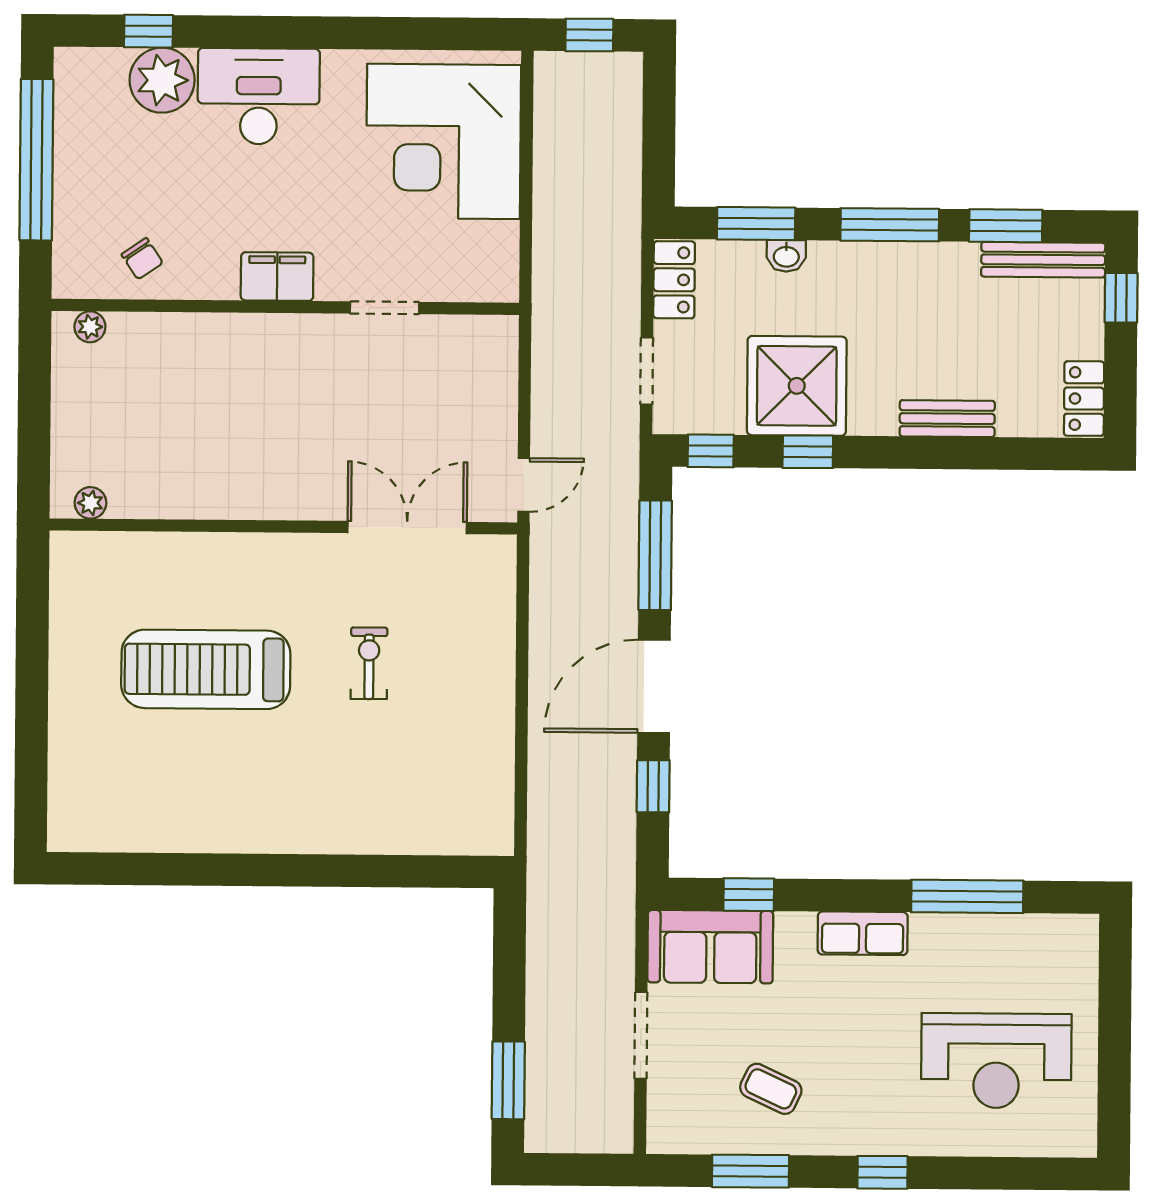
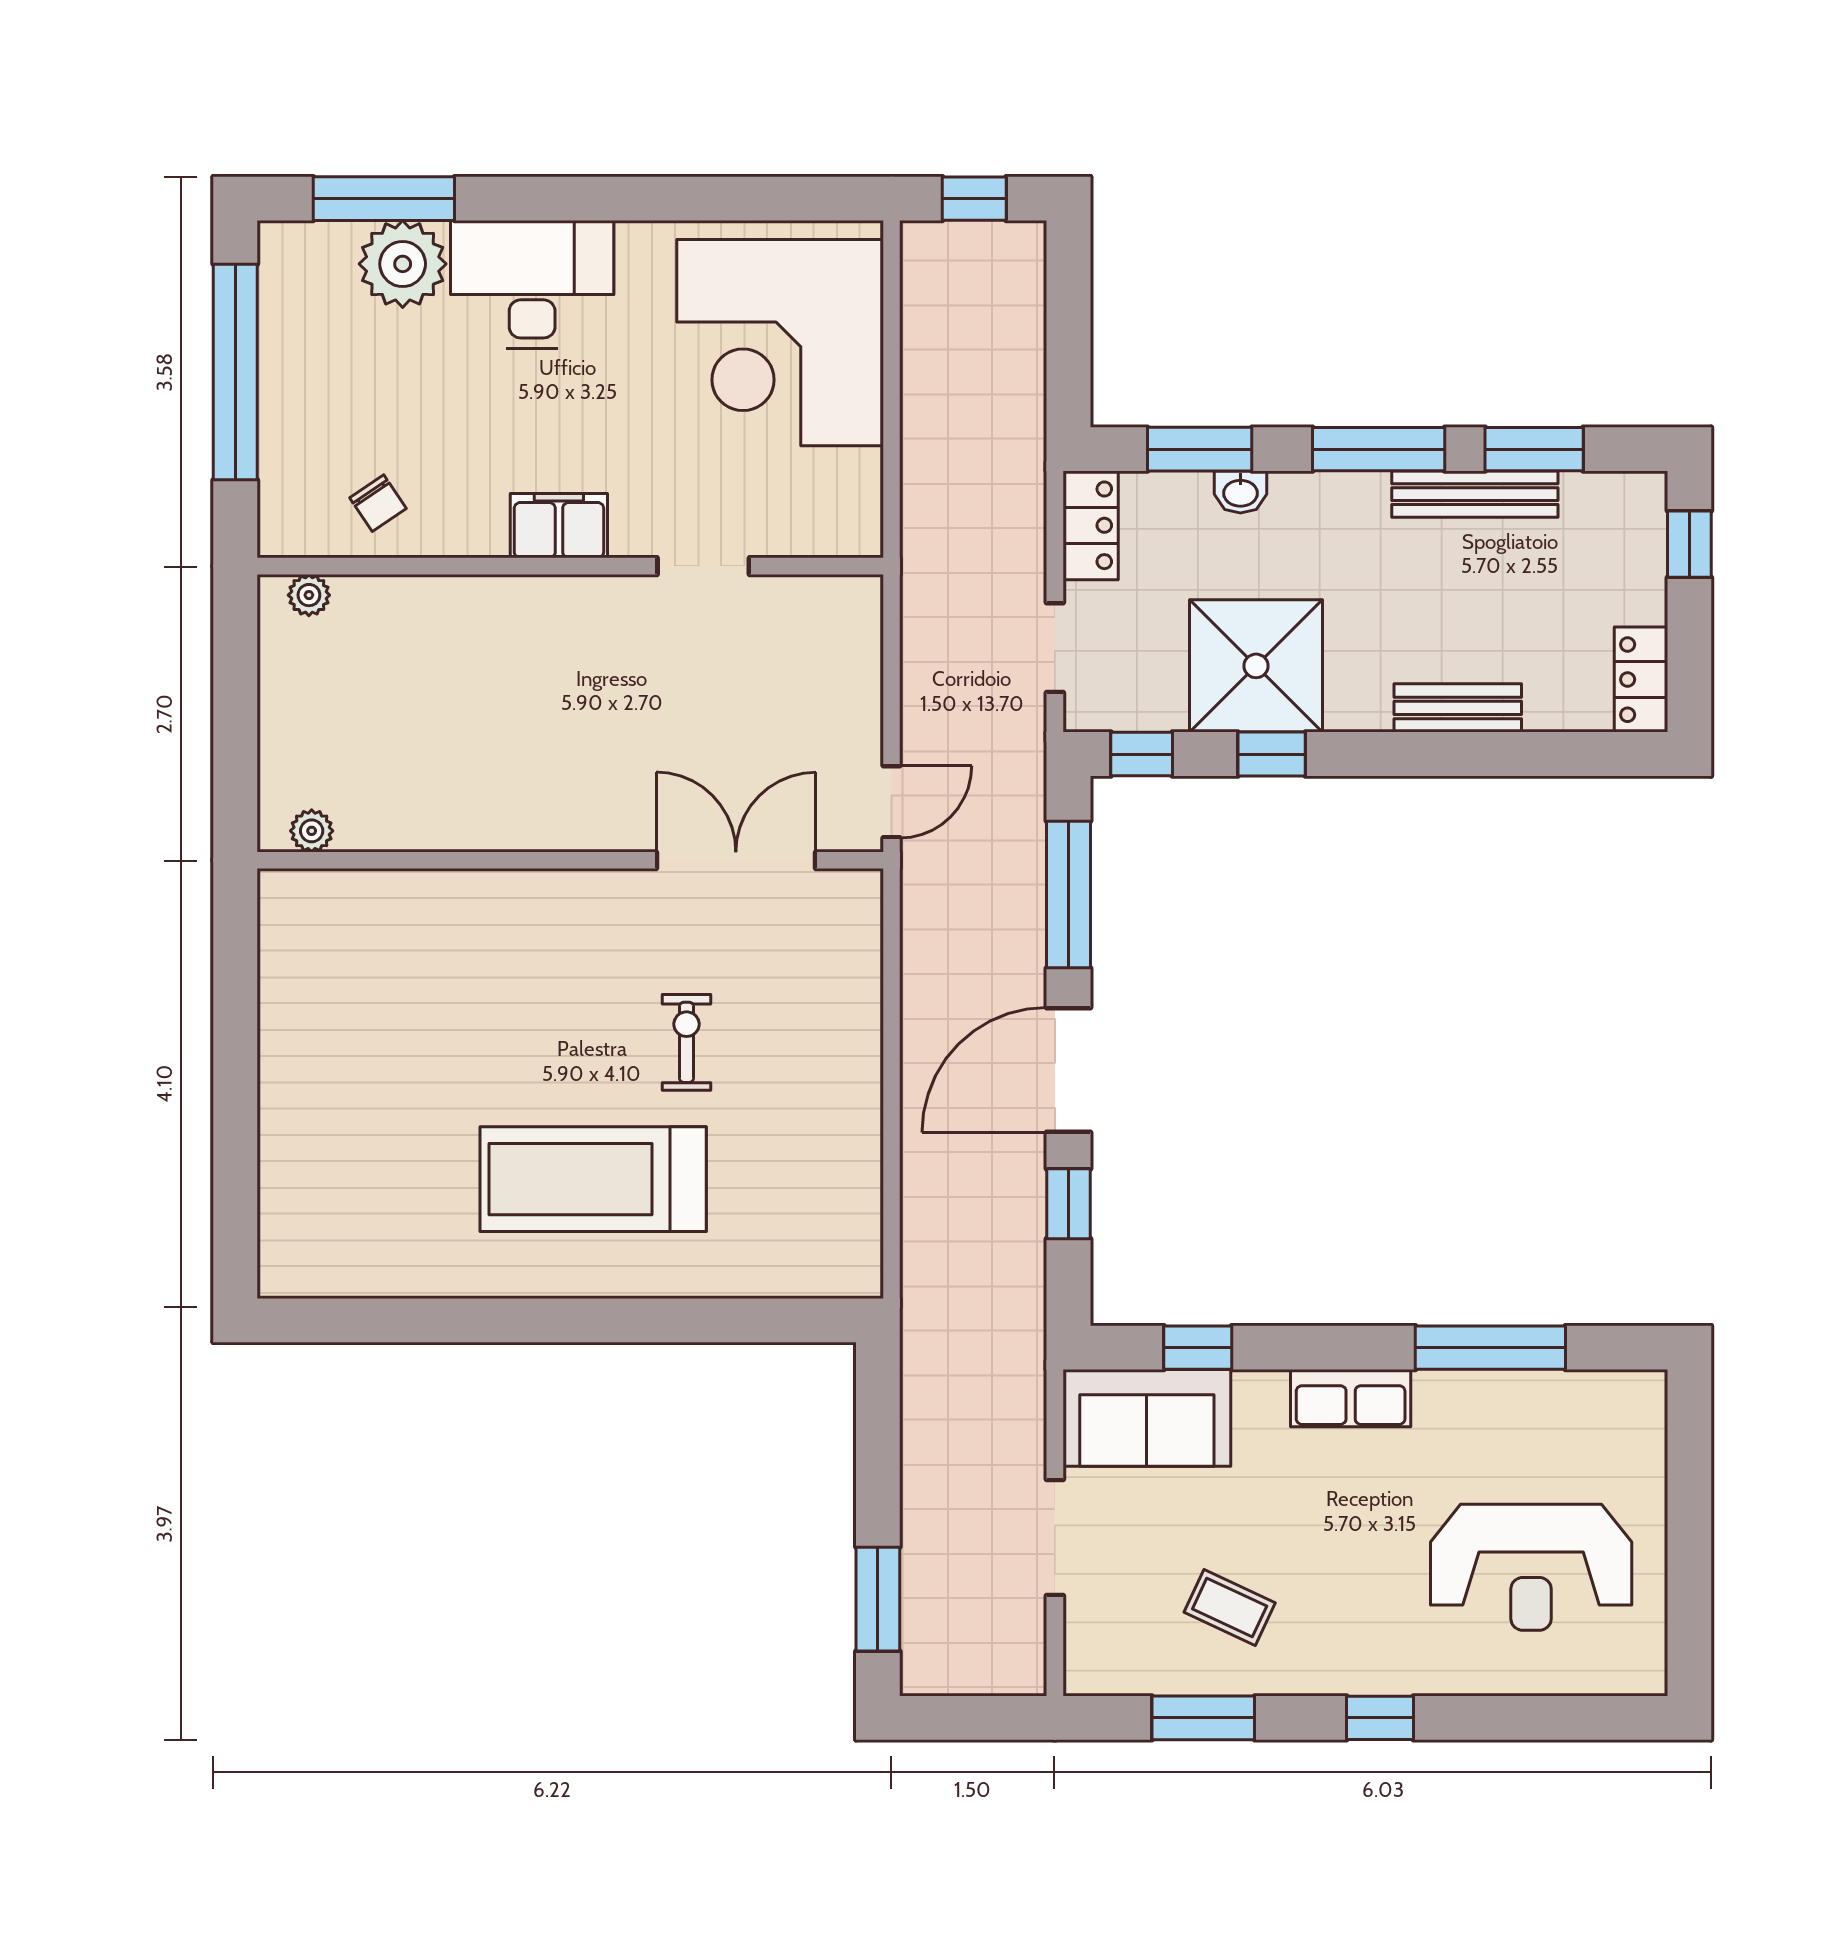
window: (148, 31) -> (384, 199), width x2.17
bench: (1043, 260) -> (1475, 494), moved
treadmill: (206, 669) -> (593, 1179), moved

